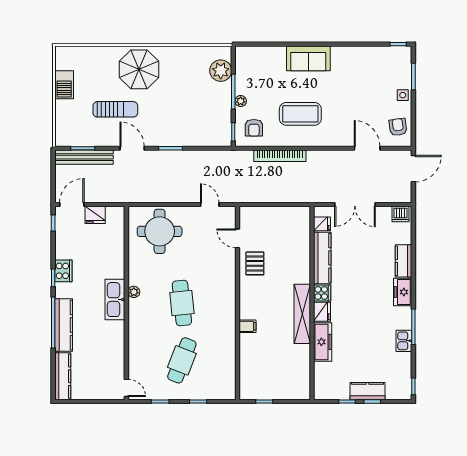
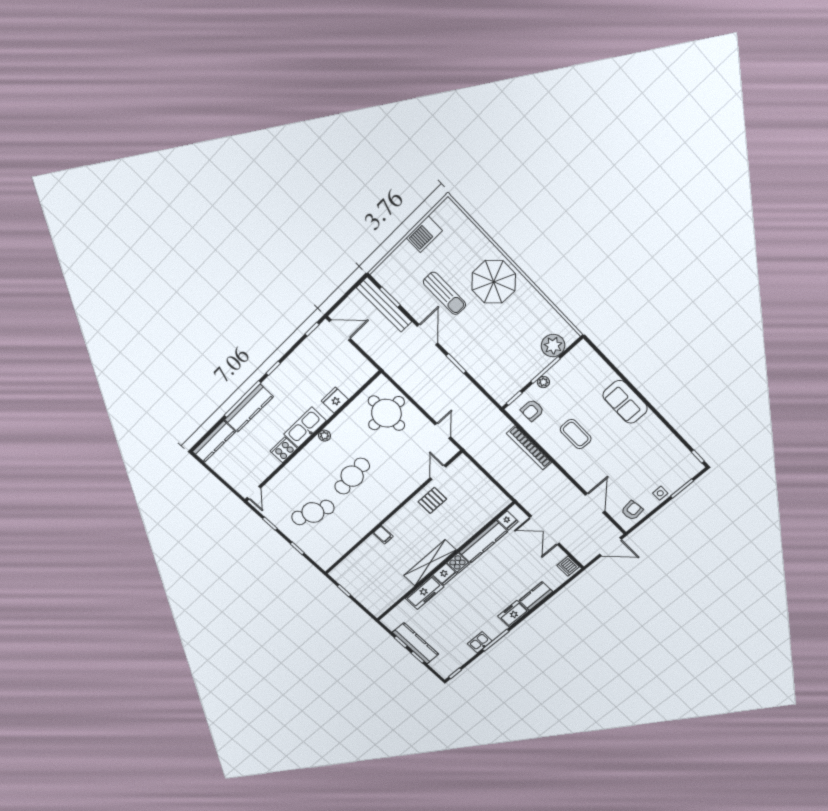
coffee table: (300, 114) -> (576, 434), width x0.73, depth x0.76
fridge: (95, 215) -> (335, 400), moved, turned 90
cooker: (63, 271) -> (284, 450), moved, turned 180
kitchen counter: (368, 391) -> (416, 643), width x1.50

